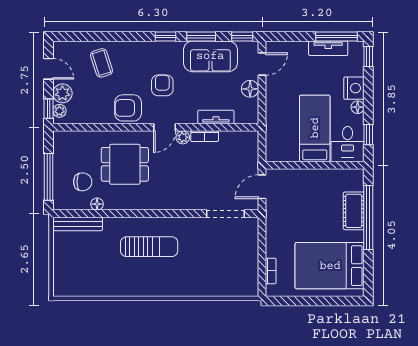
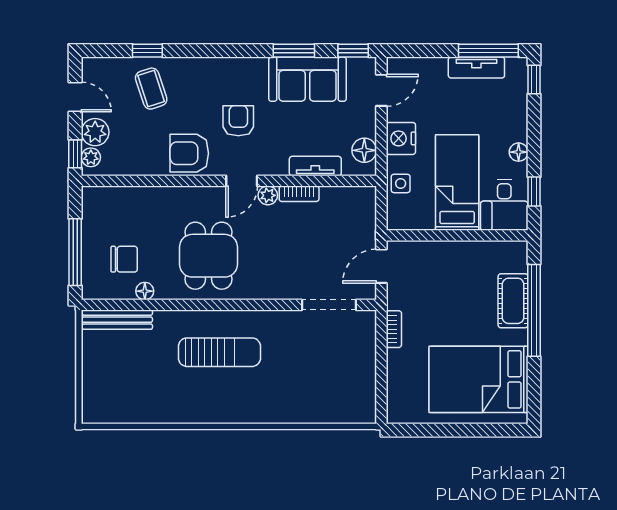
window: (165, 37) -> (147, 51), moved
nightstand: (354, 88) -> (401, 138), moved, turned 180
floor lamp: (250, 89) -> (364, 150), moved
side table: (275, 129) -> (401, 183), added
dining table: (125, 164) -> (208, 256), moved, turned 90
bookcase: (271, 271) -> (394, 329), moved

